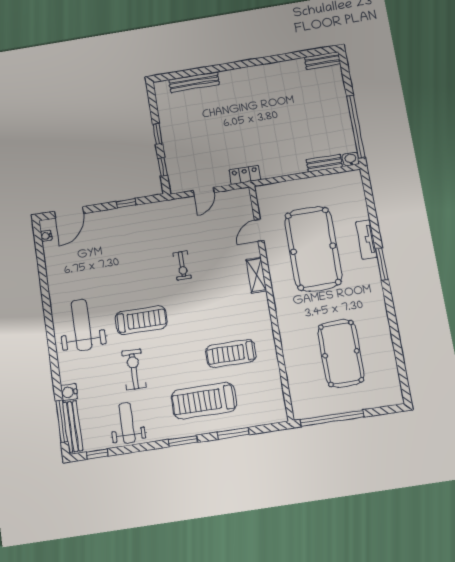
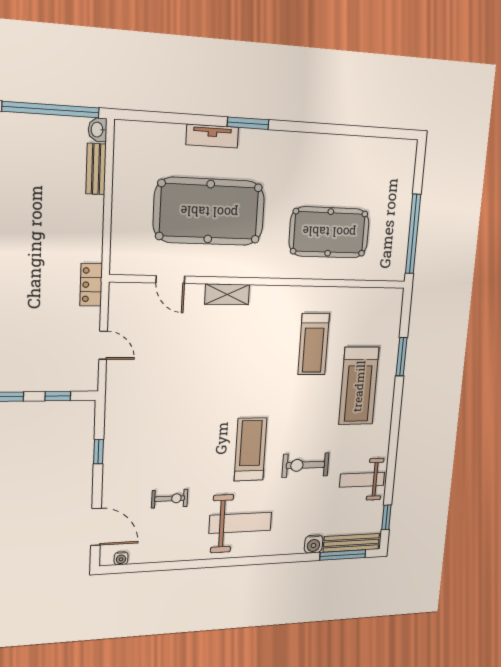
exercise bike: (182, 265) -> (170, 499), moved
weight bench: (82, 325) -> (240, 523), turned 180
pool table: (341, 353) -> (329, 232), moved
window: (183, 441) -> (396, 417), removed

